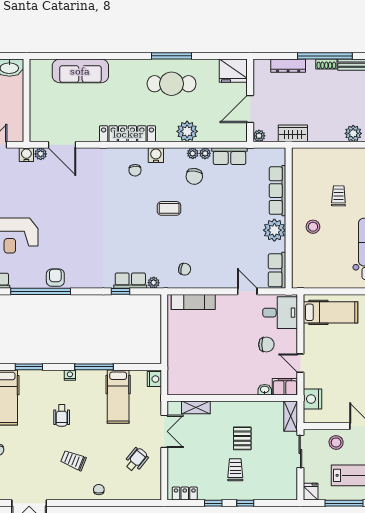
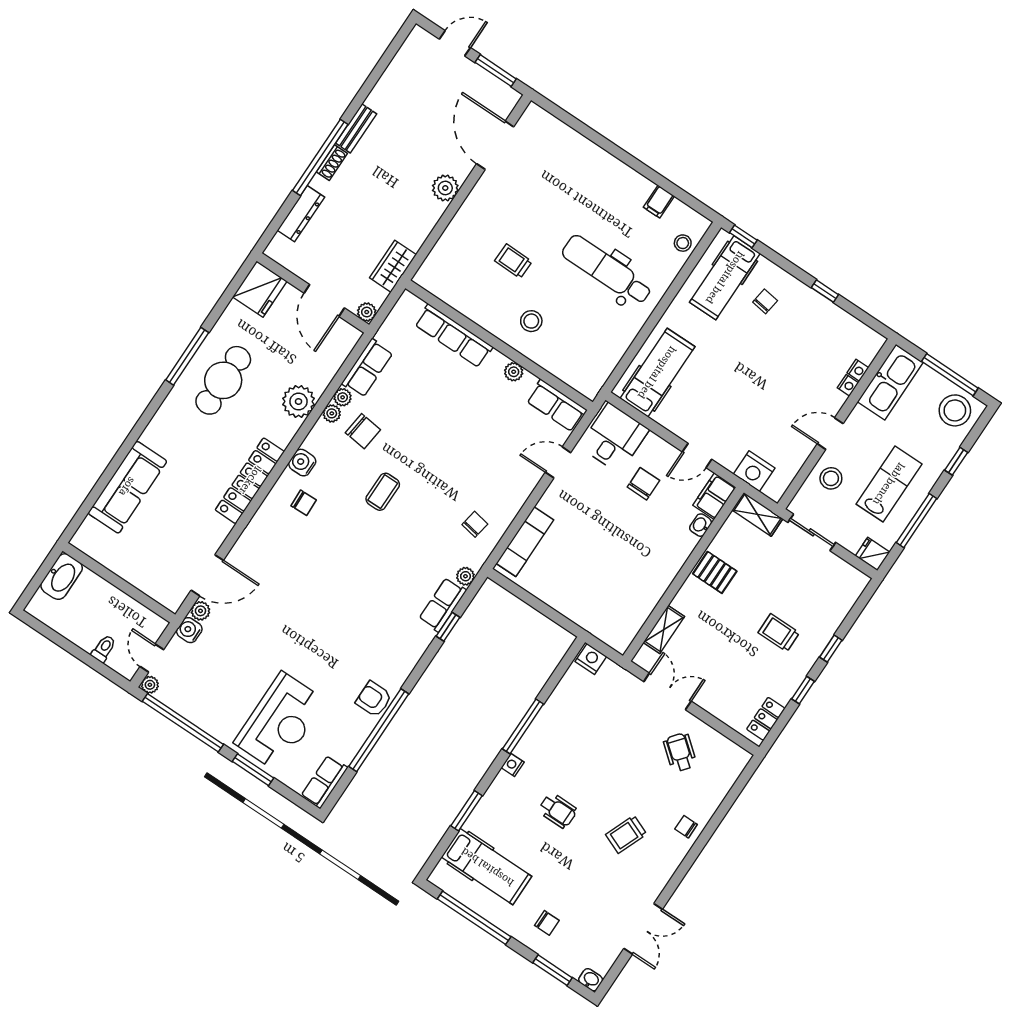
plant: (274, 230) -> (514, 372), width x0.53, depth x0.53
hospital bed: (118, 397) -> (582, 721), removed
pallet: (242, 438) -> (715, 572), moved

